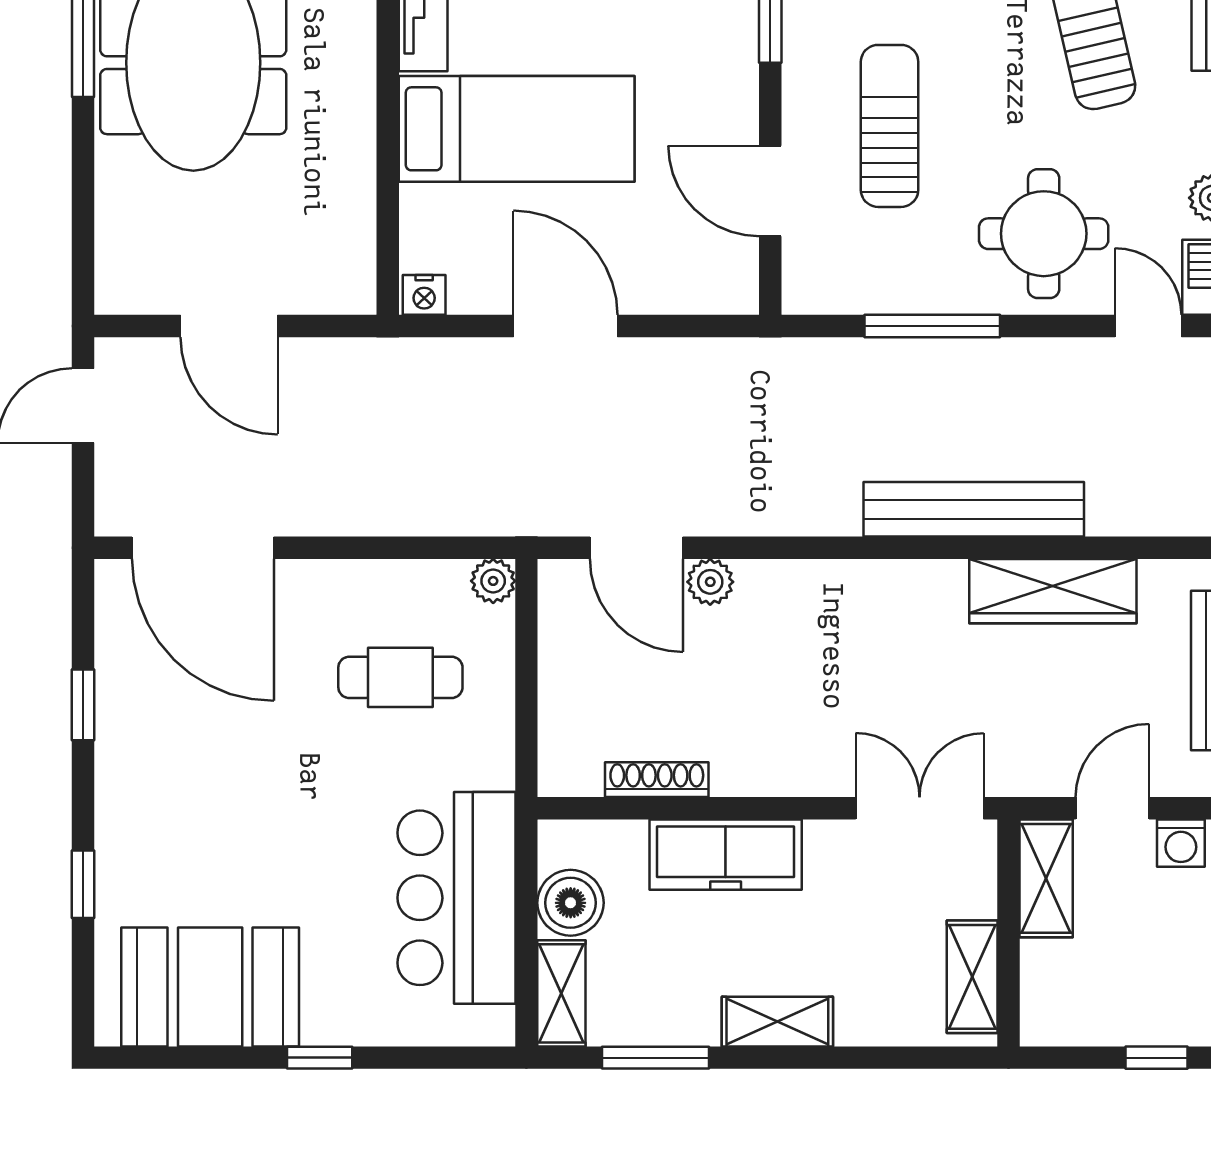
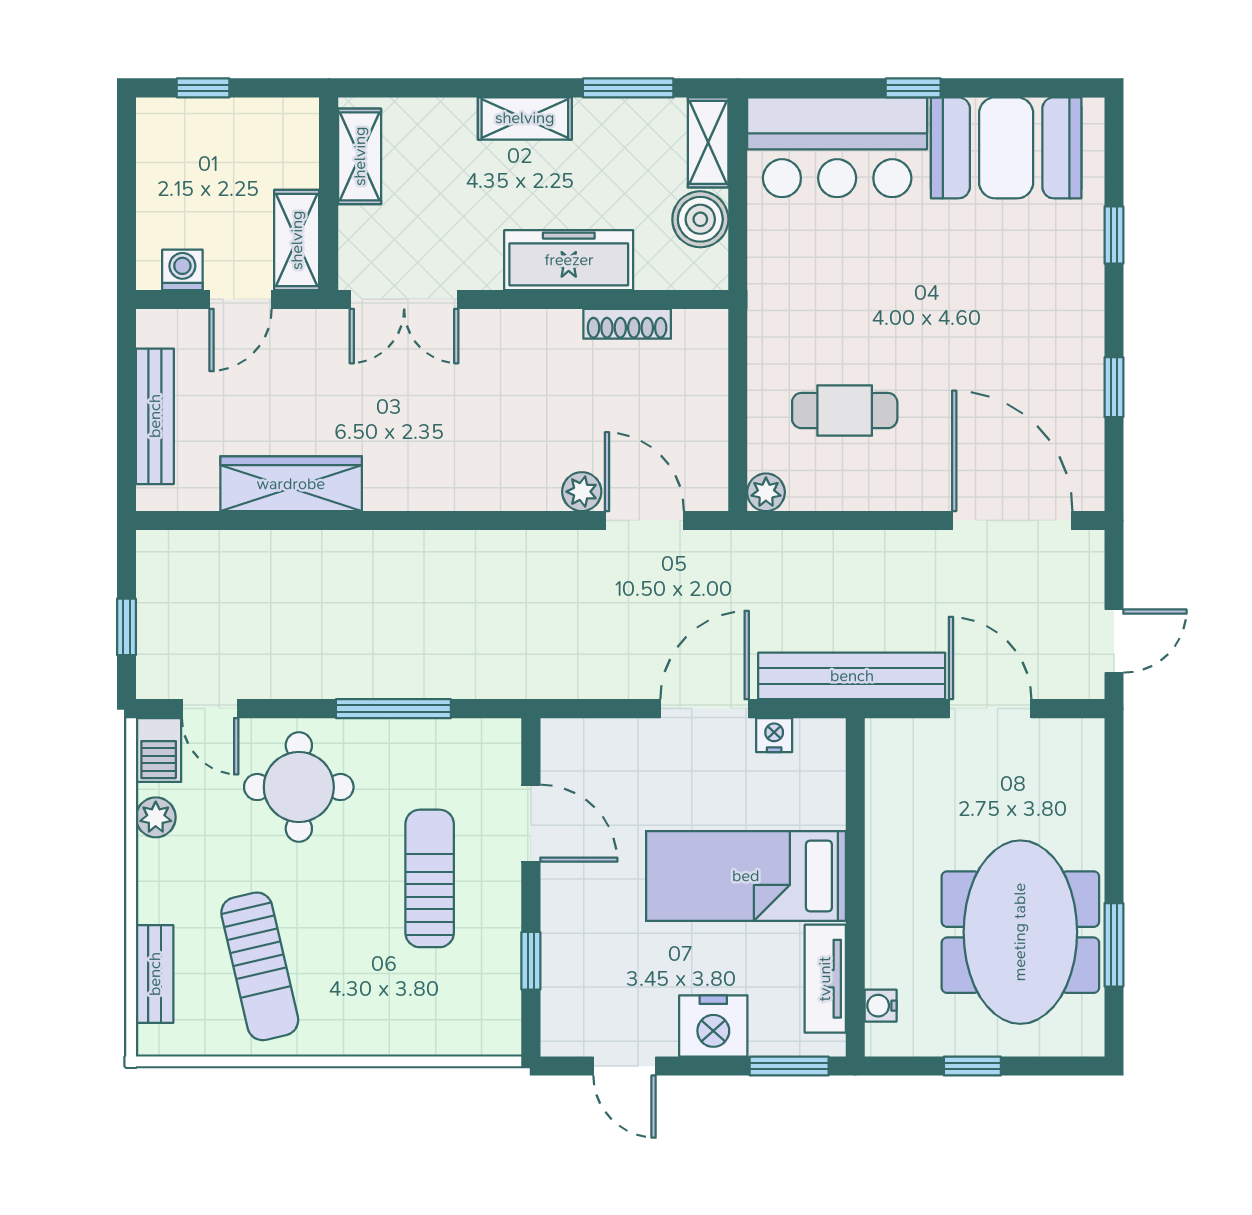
sun lounger: (890, 126) -> (430, 878), turned 180
nightstand: (424, 295) -> (774, 735), moved
door: (565, 326) -> (705, 709), swing flipped
bench: (974, 509) -> (852, 676), moved
bar counter: (456, 898) -> (837, 147), moved, turned 90

